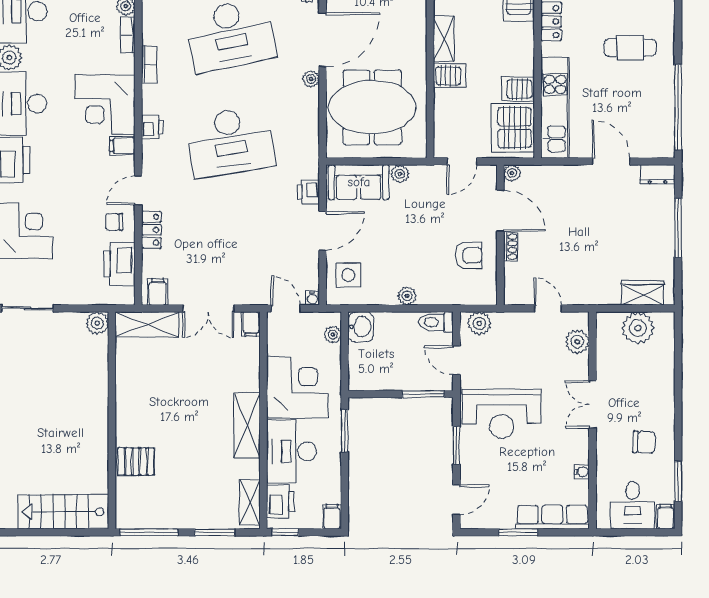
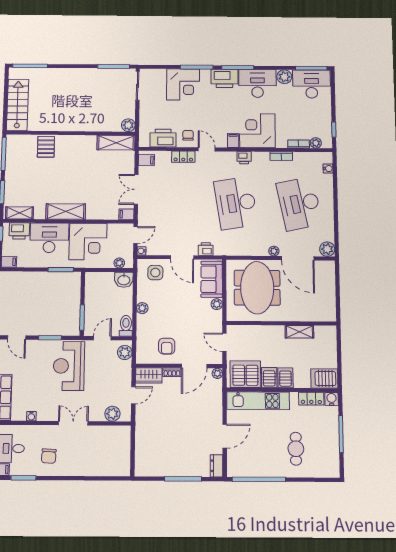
server rack: (450, 76) -> (285, 378), moved, turned 180
wardrobe: (642, 293) -> (149, 375), moved, turned 90
shelving: (147, 324) -> (116, 143), moved, turned 90
plant: (638, 328) -> (120, 453), removed

